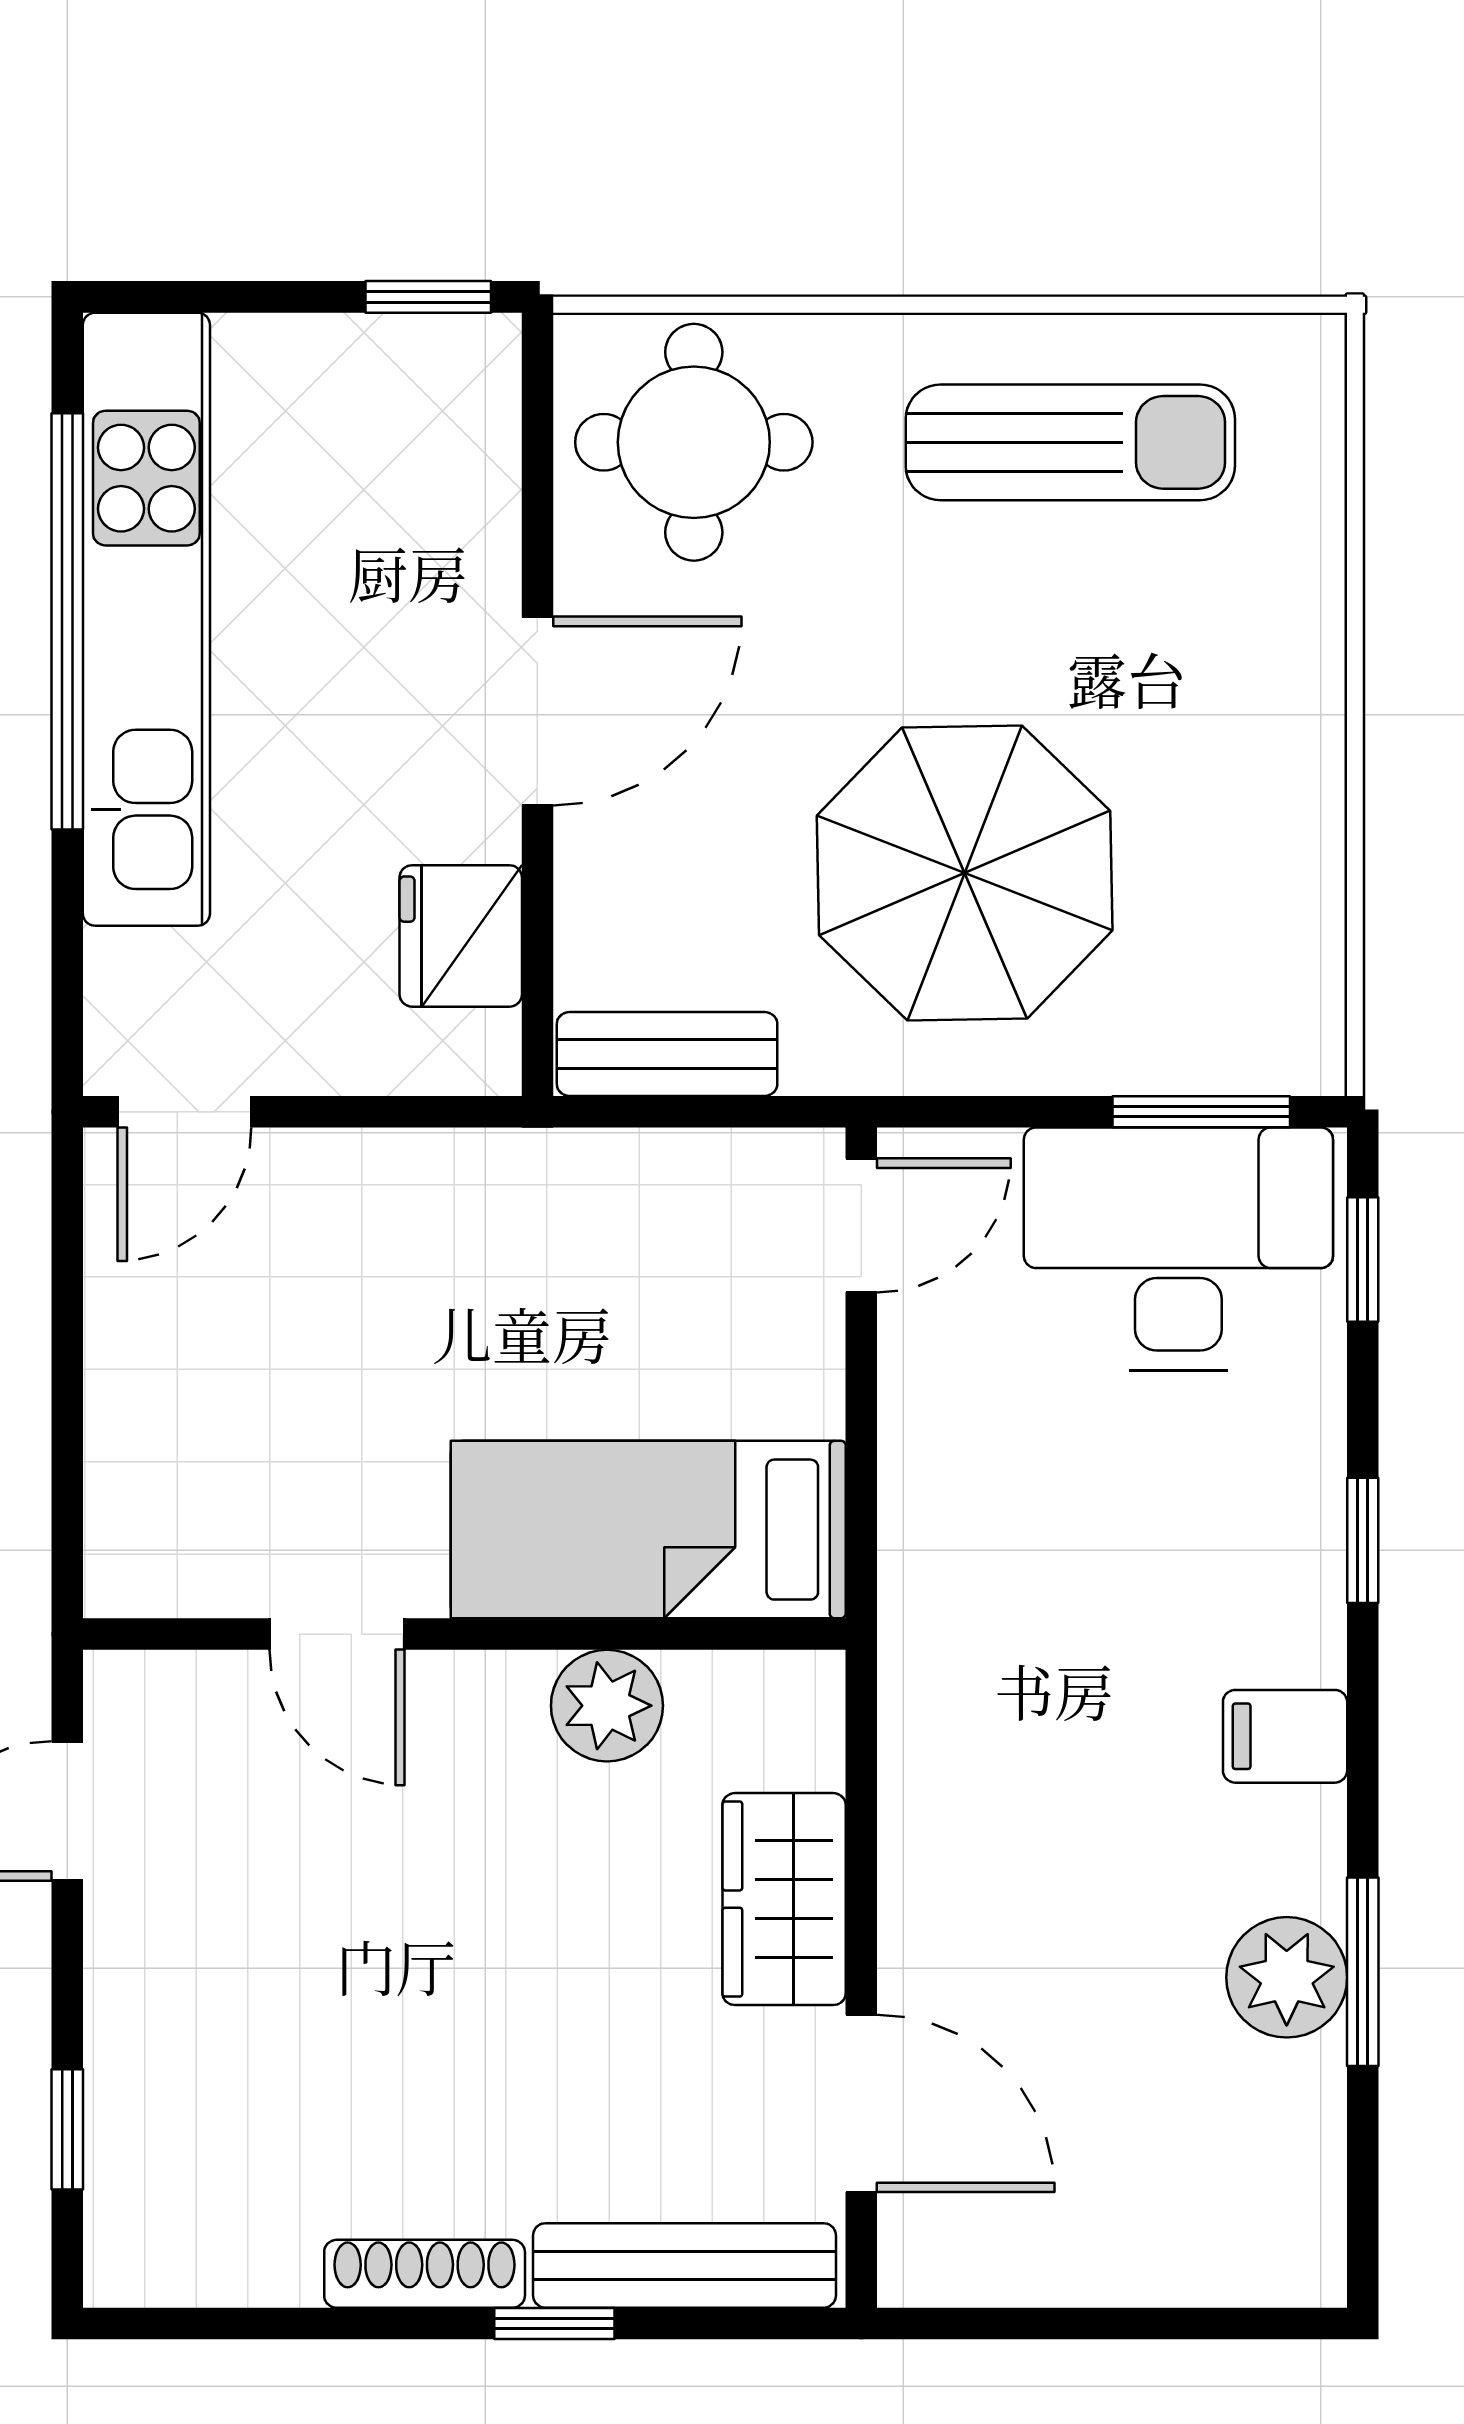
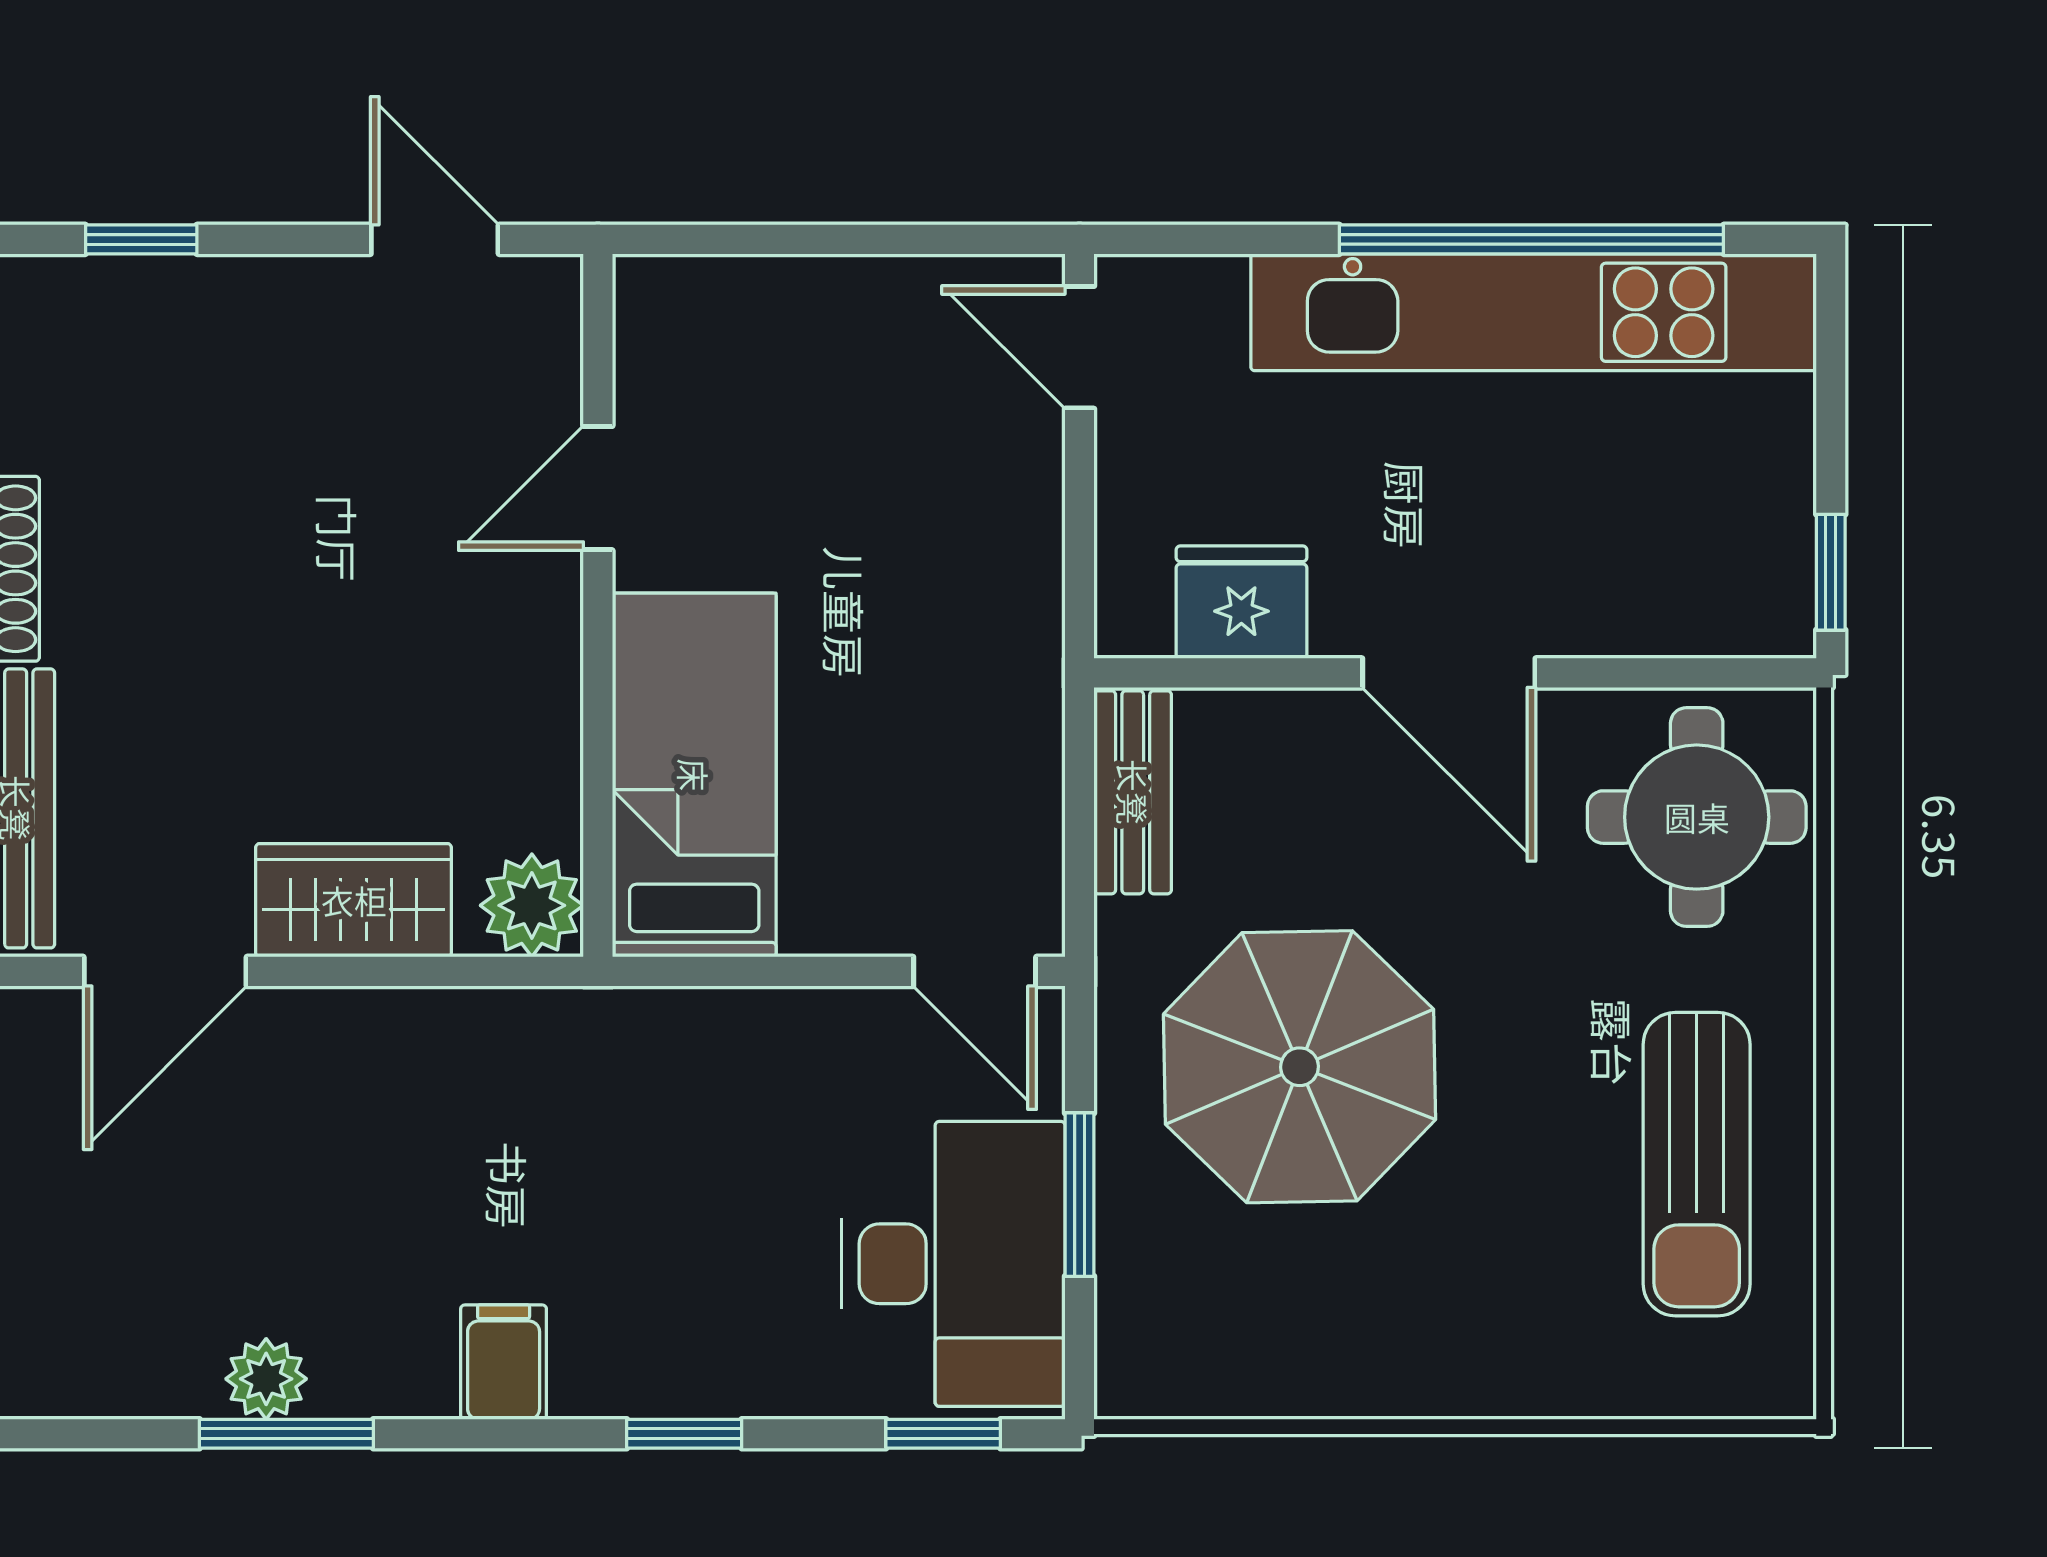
window: (1201, 1112) -> (1079, 1195), moved
plant: (607, 1706) -> (532, 905), moved
plant: (1287, 1977) -> (266, 1379), width x0.73, depth x0.73

